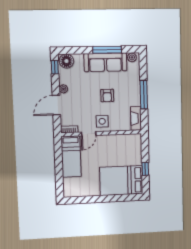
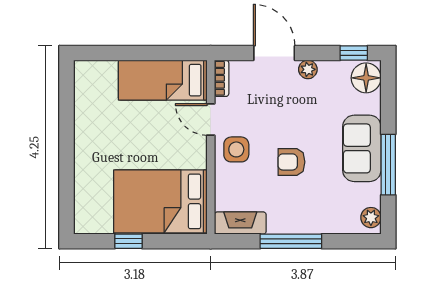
sofa: (105, 62) -> (362, 148), width x0.73
bed: (121, 181) -> (160, 201), moved, turned -90

